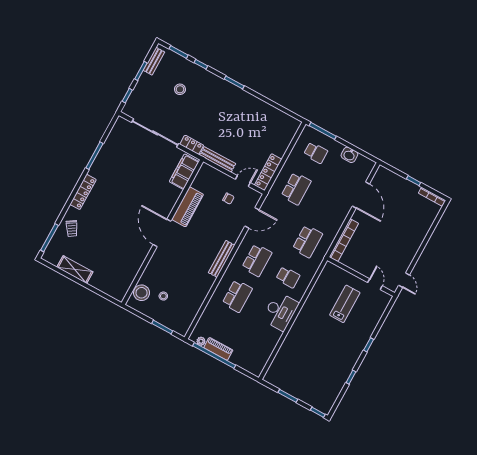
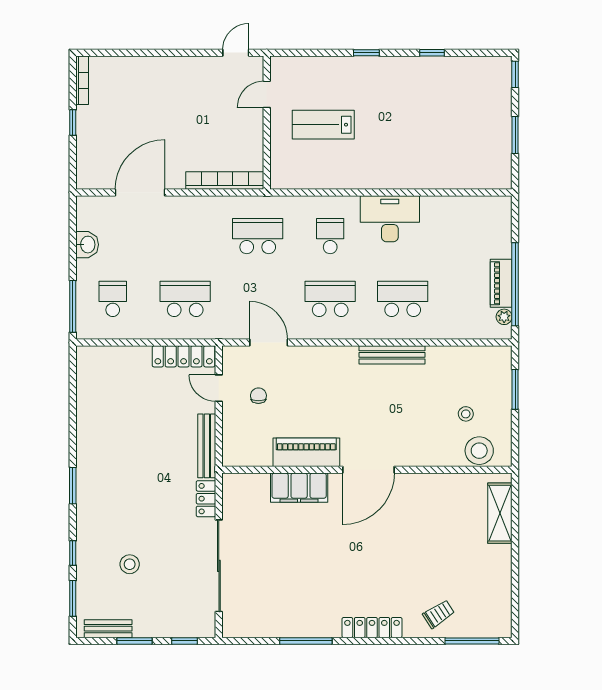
filing cabinet: (184, 172) -> (299, 488), moved
bench: (222, 259) -> (392, 355), moved
shelving: (75, 270) -> (500, 513), moved

